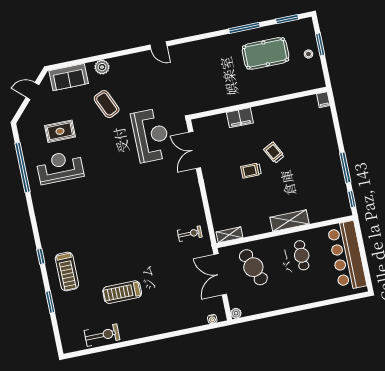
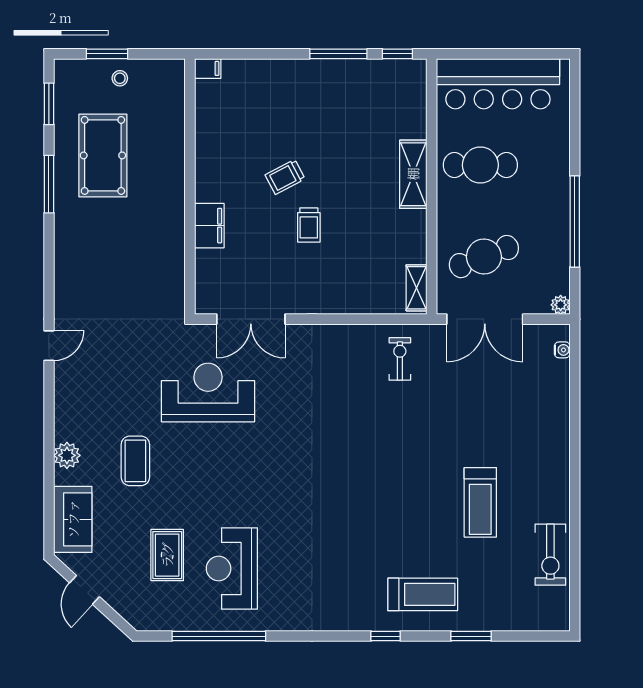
coffee table: (107, 104) -> (135, 461), turned -66
cafe table: (302, 255) -> (480, 165), width x1.37, depth x1.35
window: (282, 312) -> (575, 221), added
exercise bike: (102, 335) -> (550, 555), turned 180

